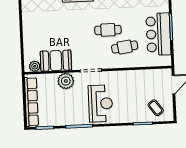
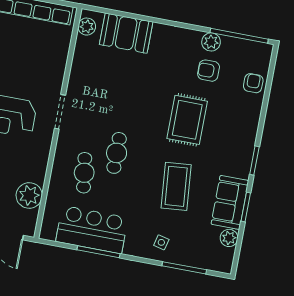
booth: (56, 61) -> (126, 33), moved, turned 90
plant: (66, 81) -> (29, 195), moved

